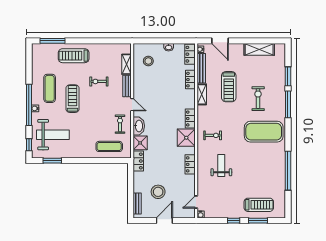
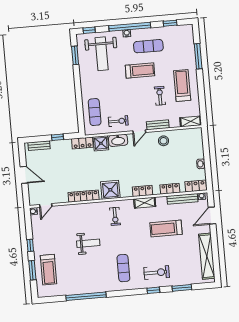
window: (52, 41) -> (198, 56), moved
shelving: (259, 49) -> (207, 256), width x1.47
treadmill: (74, 56) -> (182, 85), moved
stool: (148, 61) -> (163, 141), moved
shelving: (127, 64) -> (191, 121), moved
window: (29, 65) -> (170, 23), added
shelving: (202, 94) -> (145, 203), moved
exercise bike: (258, 99) -> (157, 272), moved
window: (288, 104) -> (153, 290), width x0.46
locker: (190, 119) -> (142, 191), moved
exercise mat: (264, 132) -> (123, 268), width x0.50, depth x0.69
locker: (190, 164) -> (84, 196), width x1.53
weight bench: (221, 166) -> (88, 243), moved
window: (131, 185) -> (58, 137), added
stool: (158, 192) -> (53, 166), removed
door: (196, 202) -> (46, 205), swing flipped

